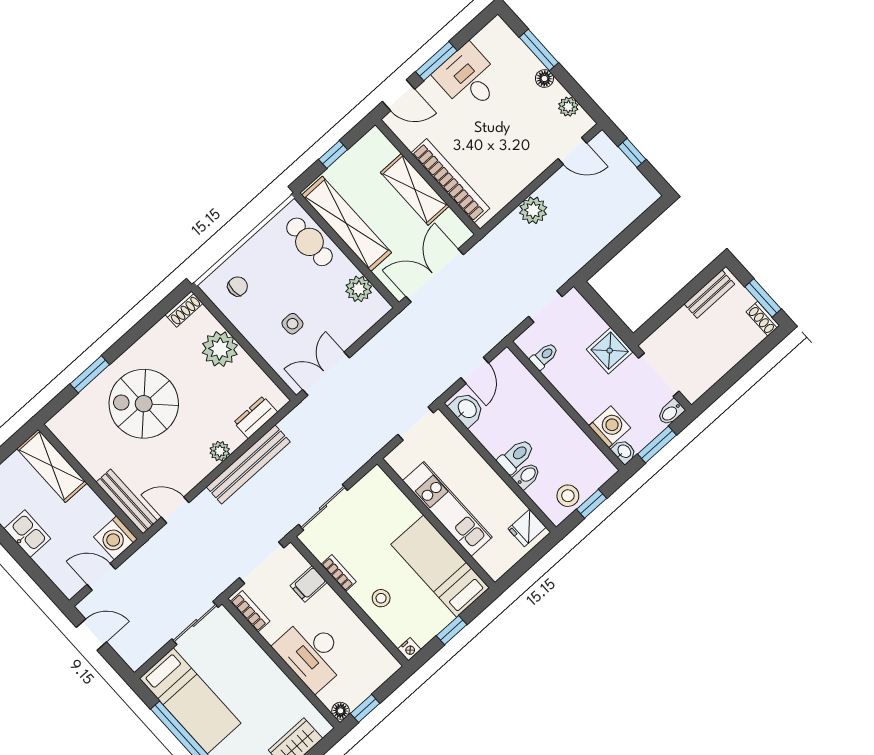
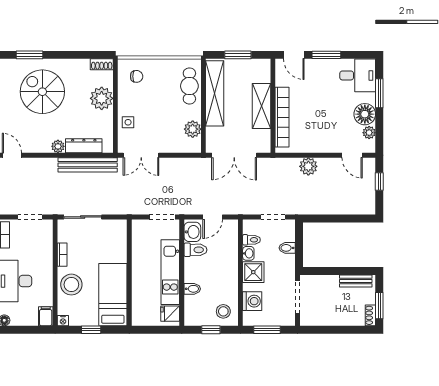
desk: (468, 78) -> (358, 75), moved, turned 90
floor lamp: (544, 79) -> (365, 114), width x1.89, depth x1.89
window: (333, 154) -> (238, 55), width x1.50
double door: (435, 276) -> (234, 155), swing flipped
side table: (292, 324) -> (128, 122), moved
shower: (610, 351) -> (253, 272), moved
double door: (326, 374) -> (141, 155), swing flipped
bidet: (671, 412) -> (287, 248), moved
dresser: (256, 417) -> (84, 146), width x1.44
washbasin: (624, 452) -> (248, 253), moved
toilet: (516, 456) -> (195, 250), moved
bench: (248, 464) -> (88, 165), moved
stool: (568, 496) -> (223, 311), moved
kitchen unit: (447, 509) -> (170, 272), moved, turned 180
doorway: (262, 563) -> (30, 217), width x0.73
filing cabinet: (309, 584) -> (46, 316), moved, turned 90
stool: (381, 598) -> (71, 285), width x1.89, depth x1.89
window: (365, 708) -> (17, 330), removed

